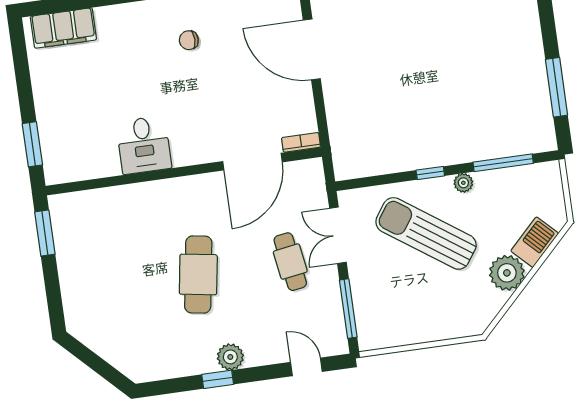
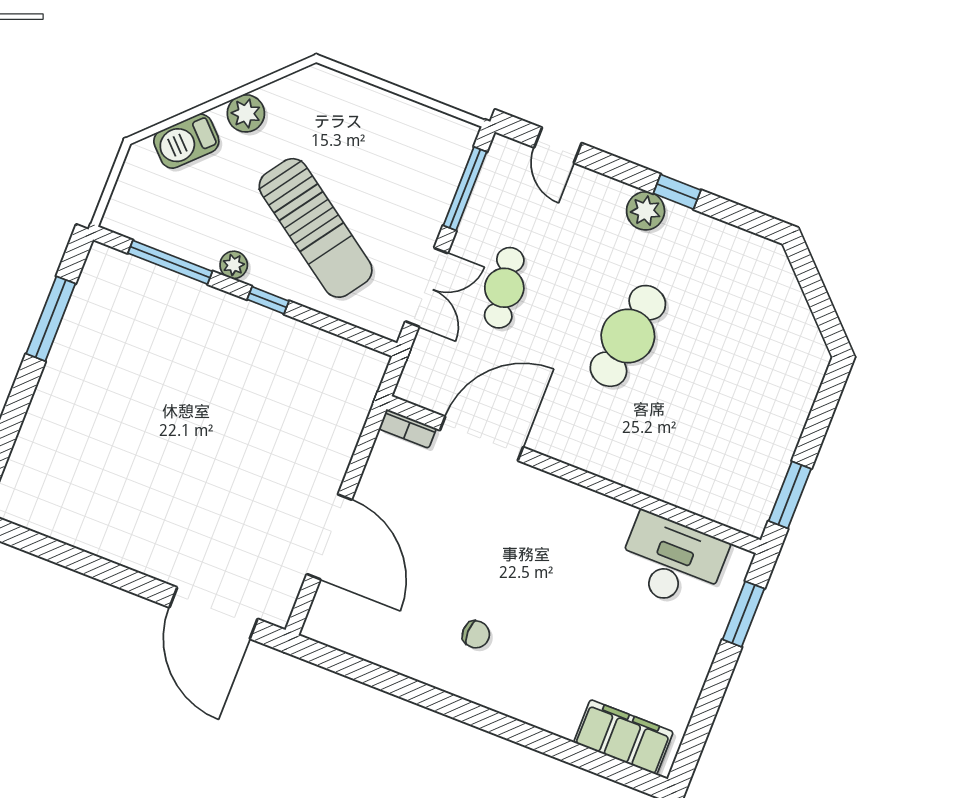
desk: (144, 145) -> (672, 561), moved, width x1.37
plant: (507, 273) -> (246, 113), width x0.73, depth x0.73

